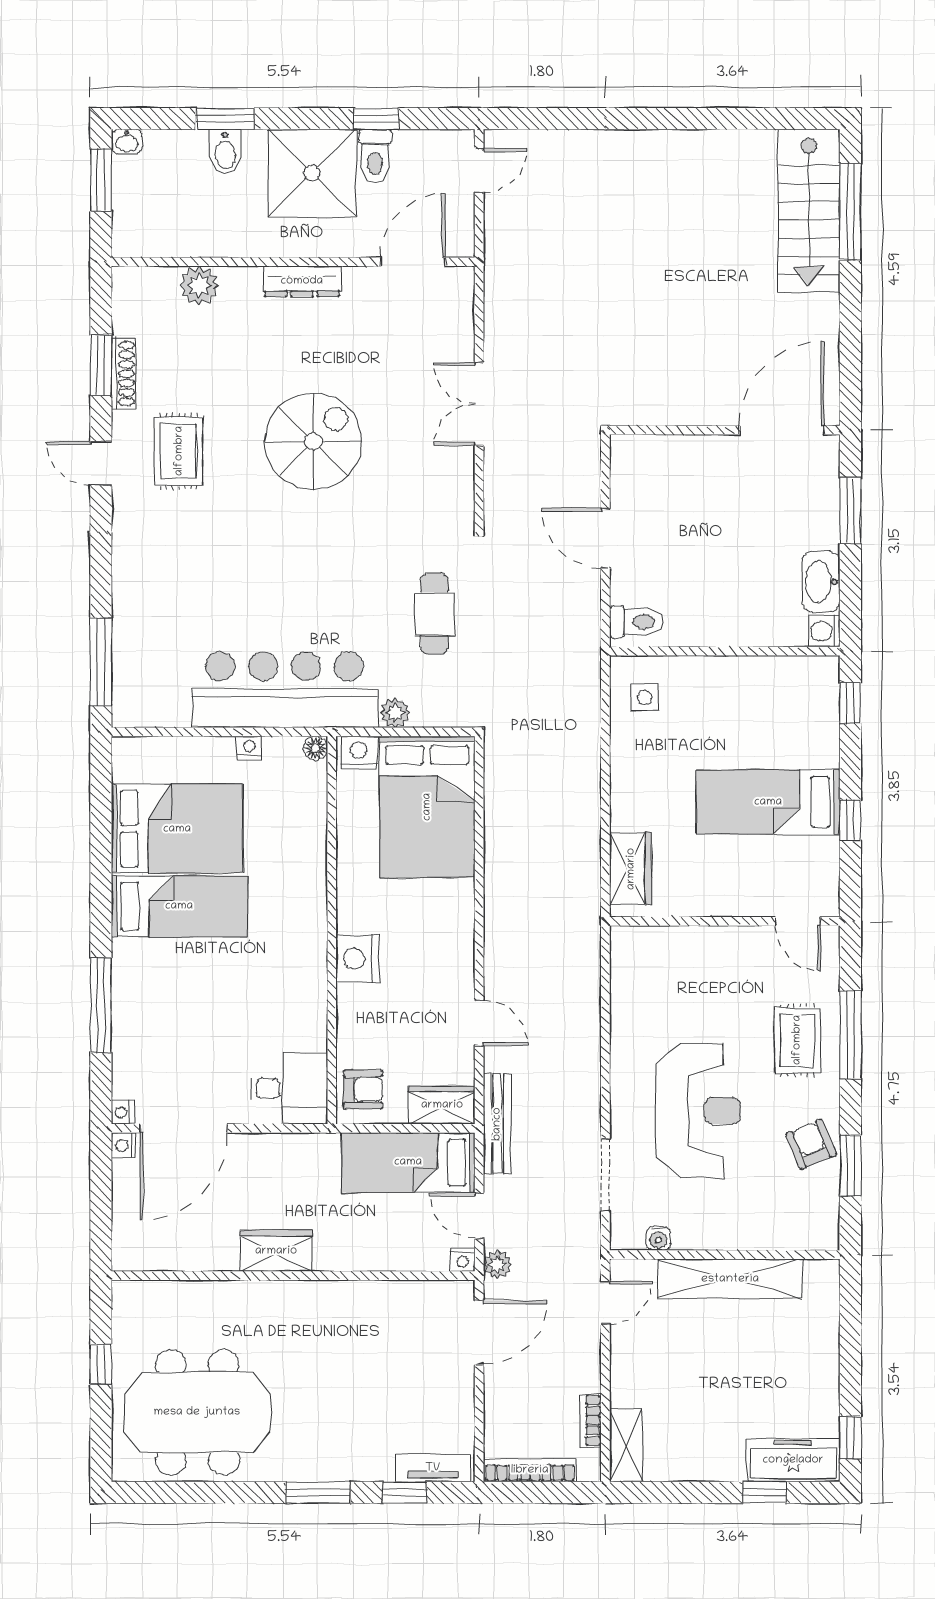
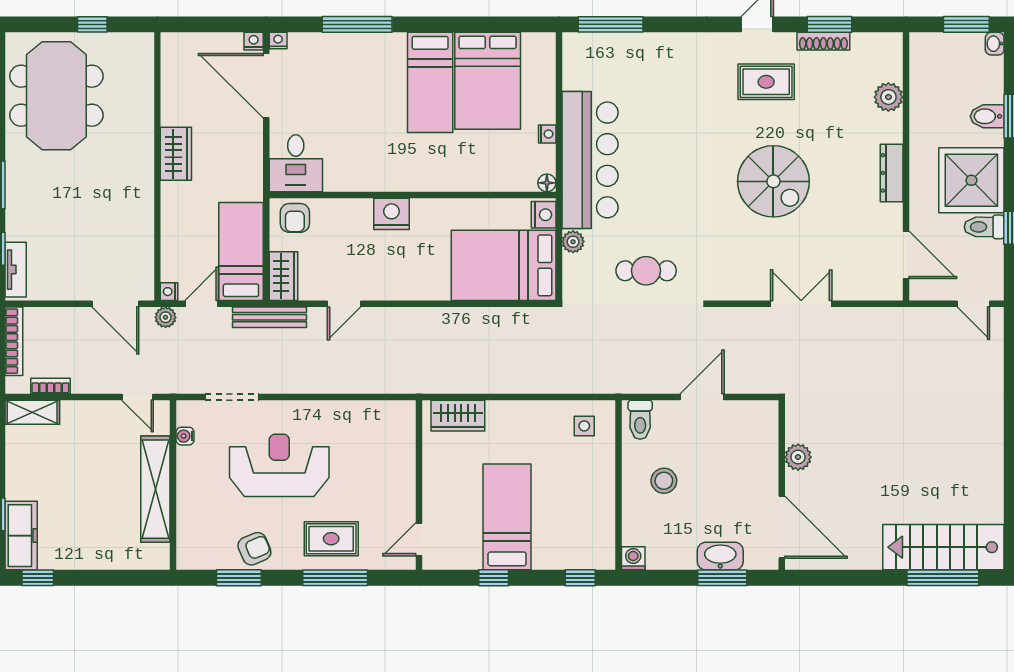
plant: (687, 408) -> (798, 457), added
washbasin: (821, 582) -> (720, 556), moved
stool: (719, 590) -> (664, 481), added
reception desk: (698, 1111) -> (279, 465), turned 180

